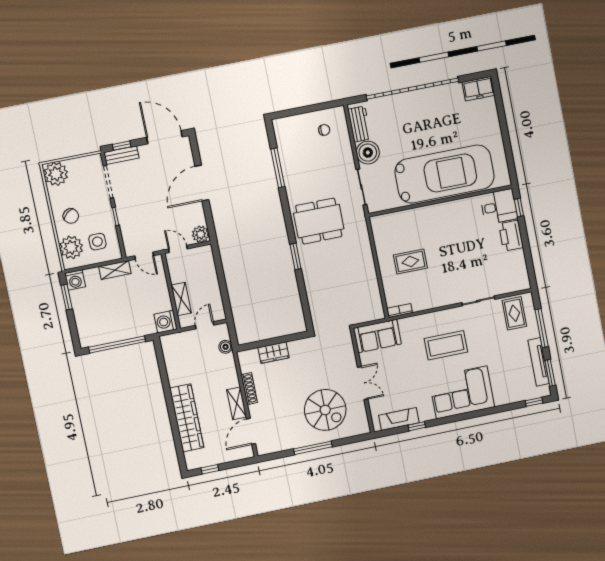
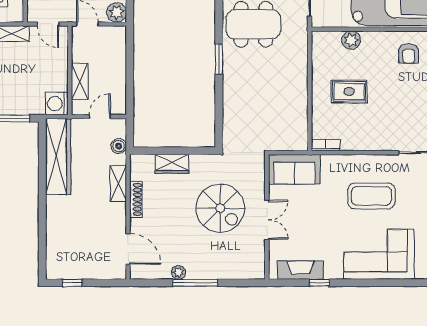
plant: (404, 218) -> (351, 40), added
armchair: (454, 220) -> (409, 53), added
shelving: (237, 403) -> (118, 184), moved
spiral stairs: (325, 410) -> (220, 208), moved
wardrobe: (187, 418) -> (58, 157), moved
door: (251, 431) -> (128, 249), swing flipped
plant: (297, 442) -> (179, 272), added

